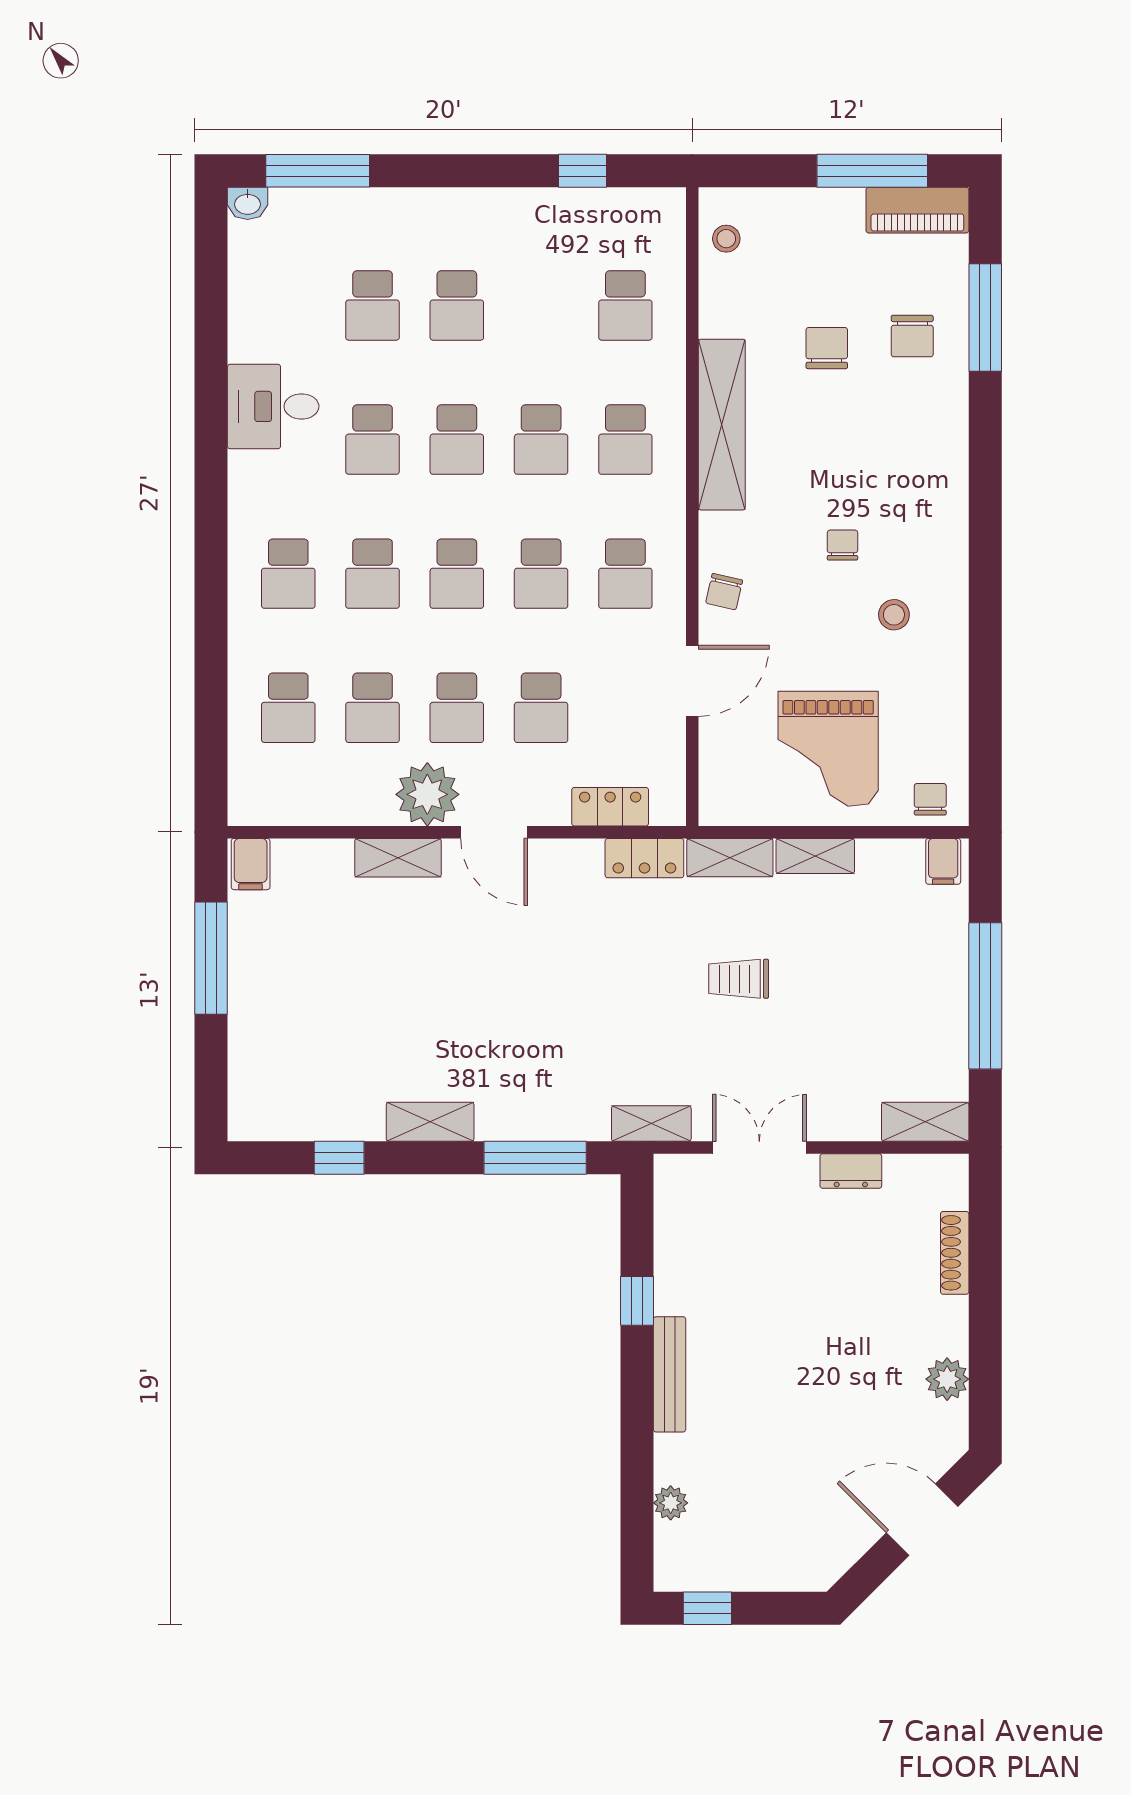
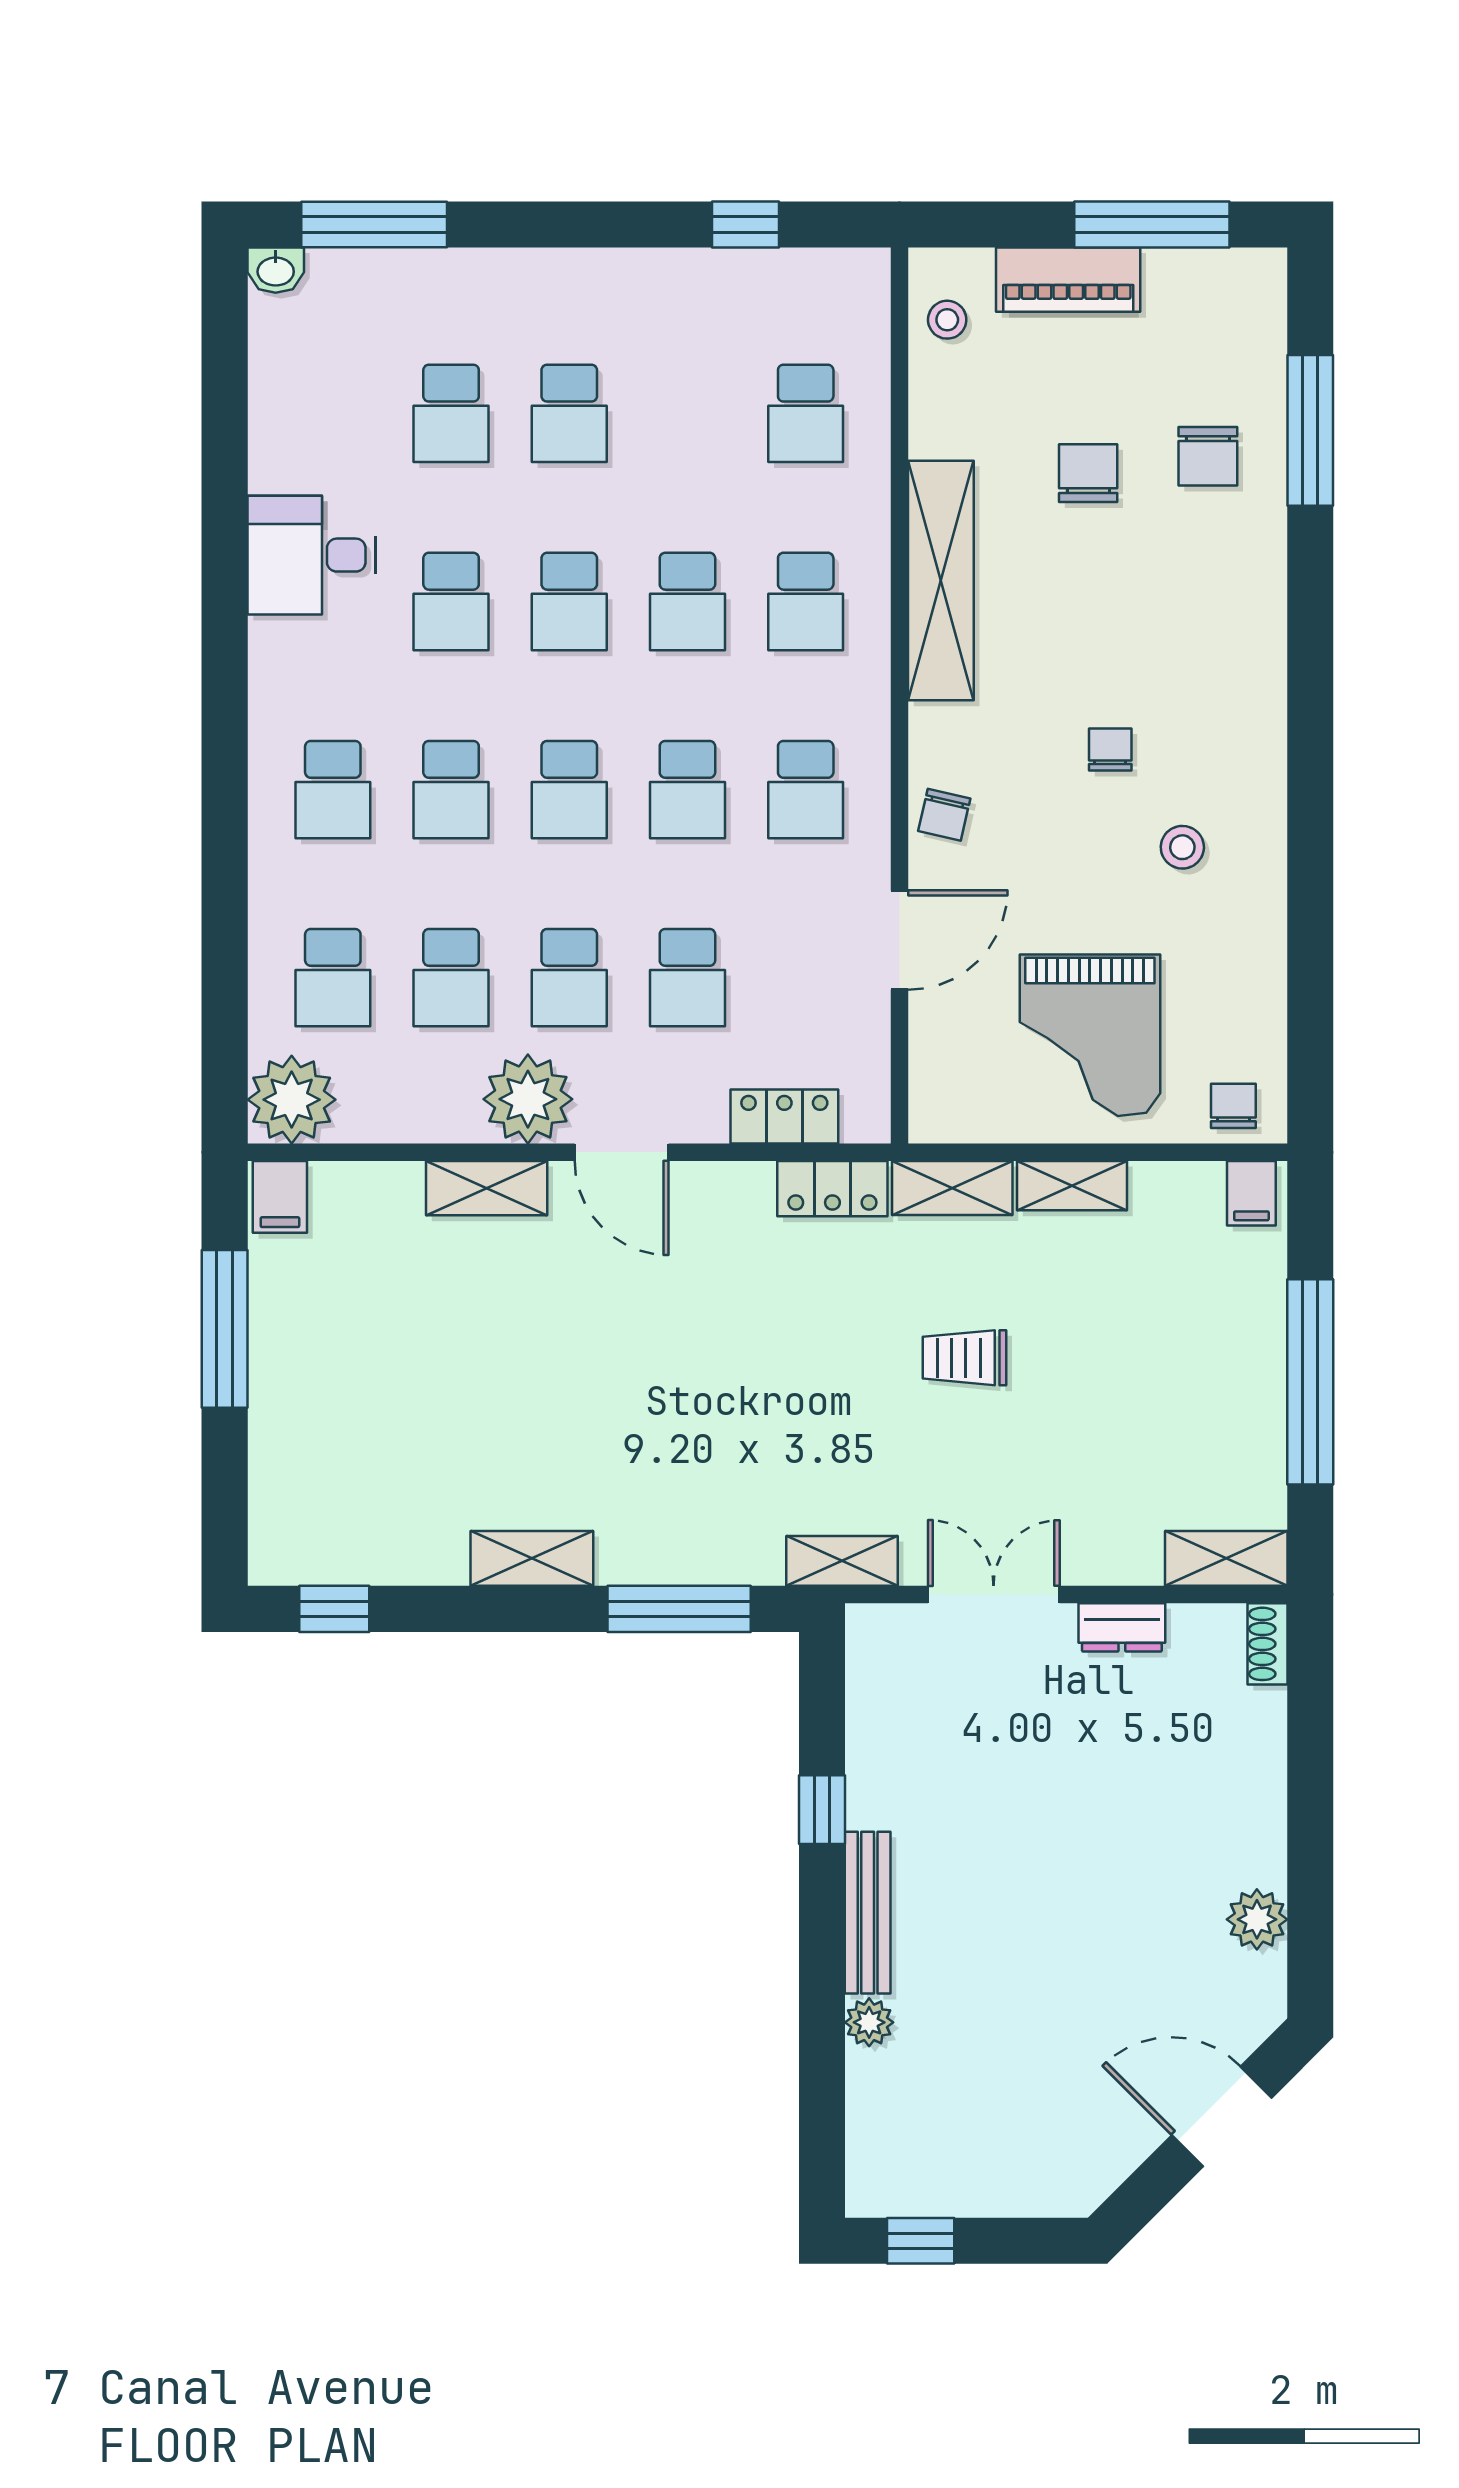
piano: (917, 210) -> (1068, 280), moved
plant: (259, 795) -> (292, 1100), added
window: (339, 1158) -> (334, 1609), moved
shoe rack: (955, 1253) -> (1267, 1644), moved, width x0.70
plant: (671, 1503) -> (869, 2022), moved

